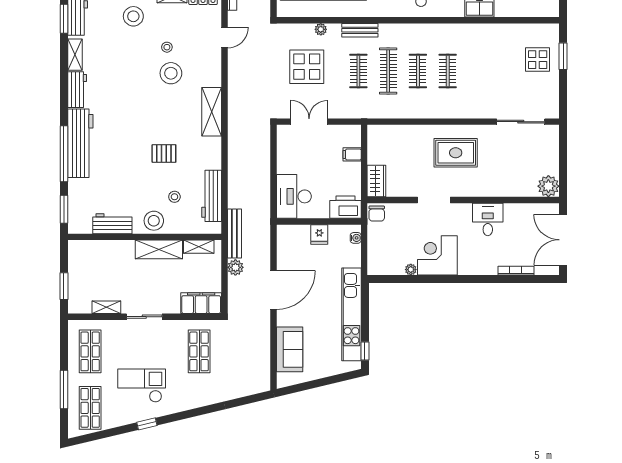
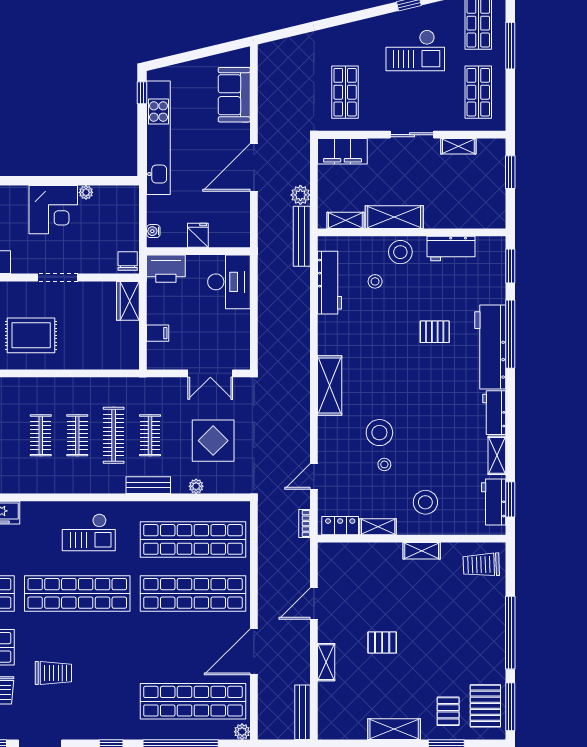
pallet: (164, 153) -> (435, 332), moved

